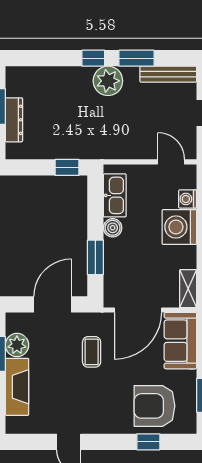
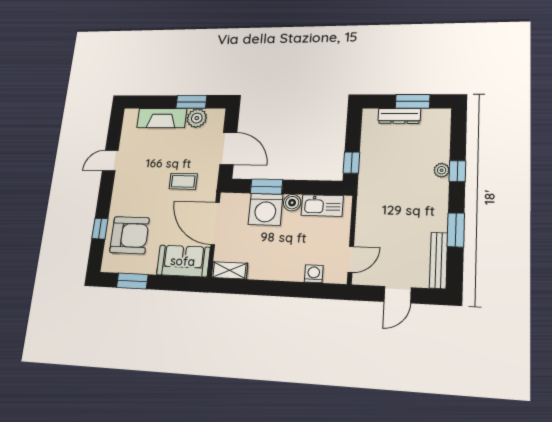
window: (93, 58) -> (457, 171), moved
plant: (108, 81) -> (442, 170), moved, width x0.53, depth x0.53
washing machine: (179, 227) -> (266, 209), moved, turned 180
armchair: (154, 406) -> (129, 235), turned 90

